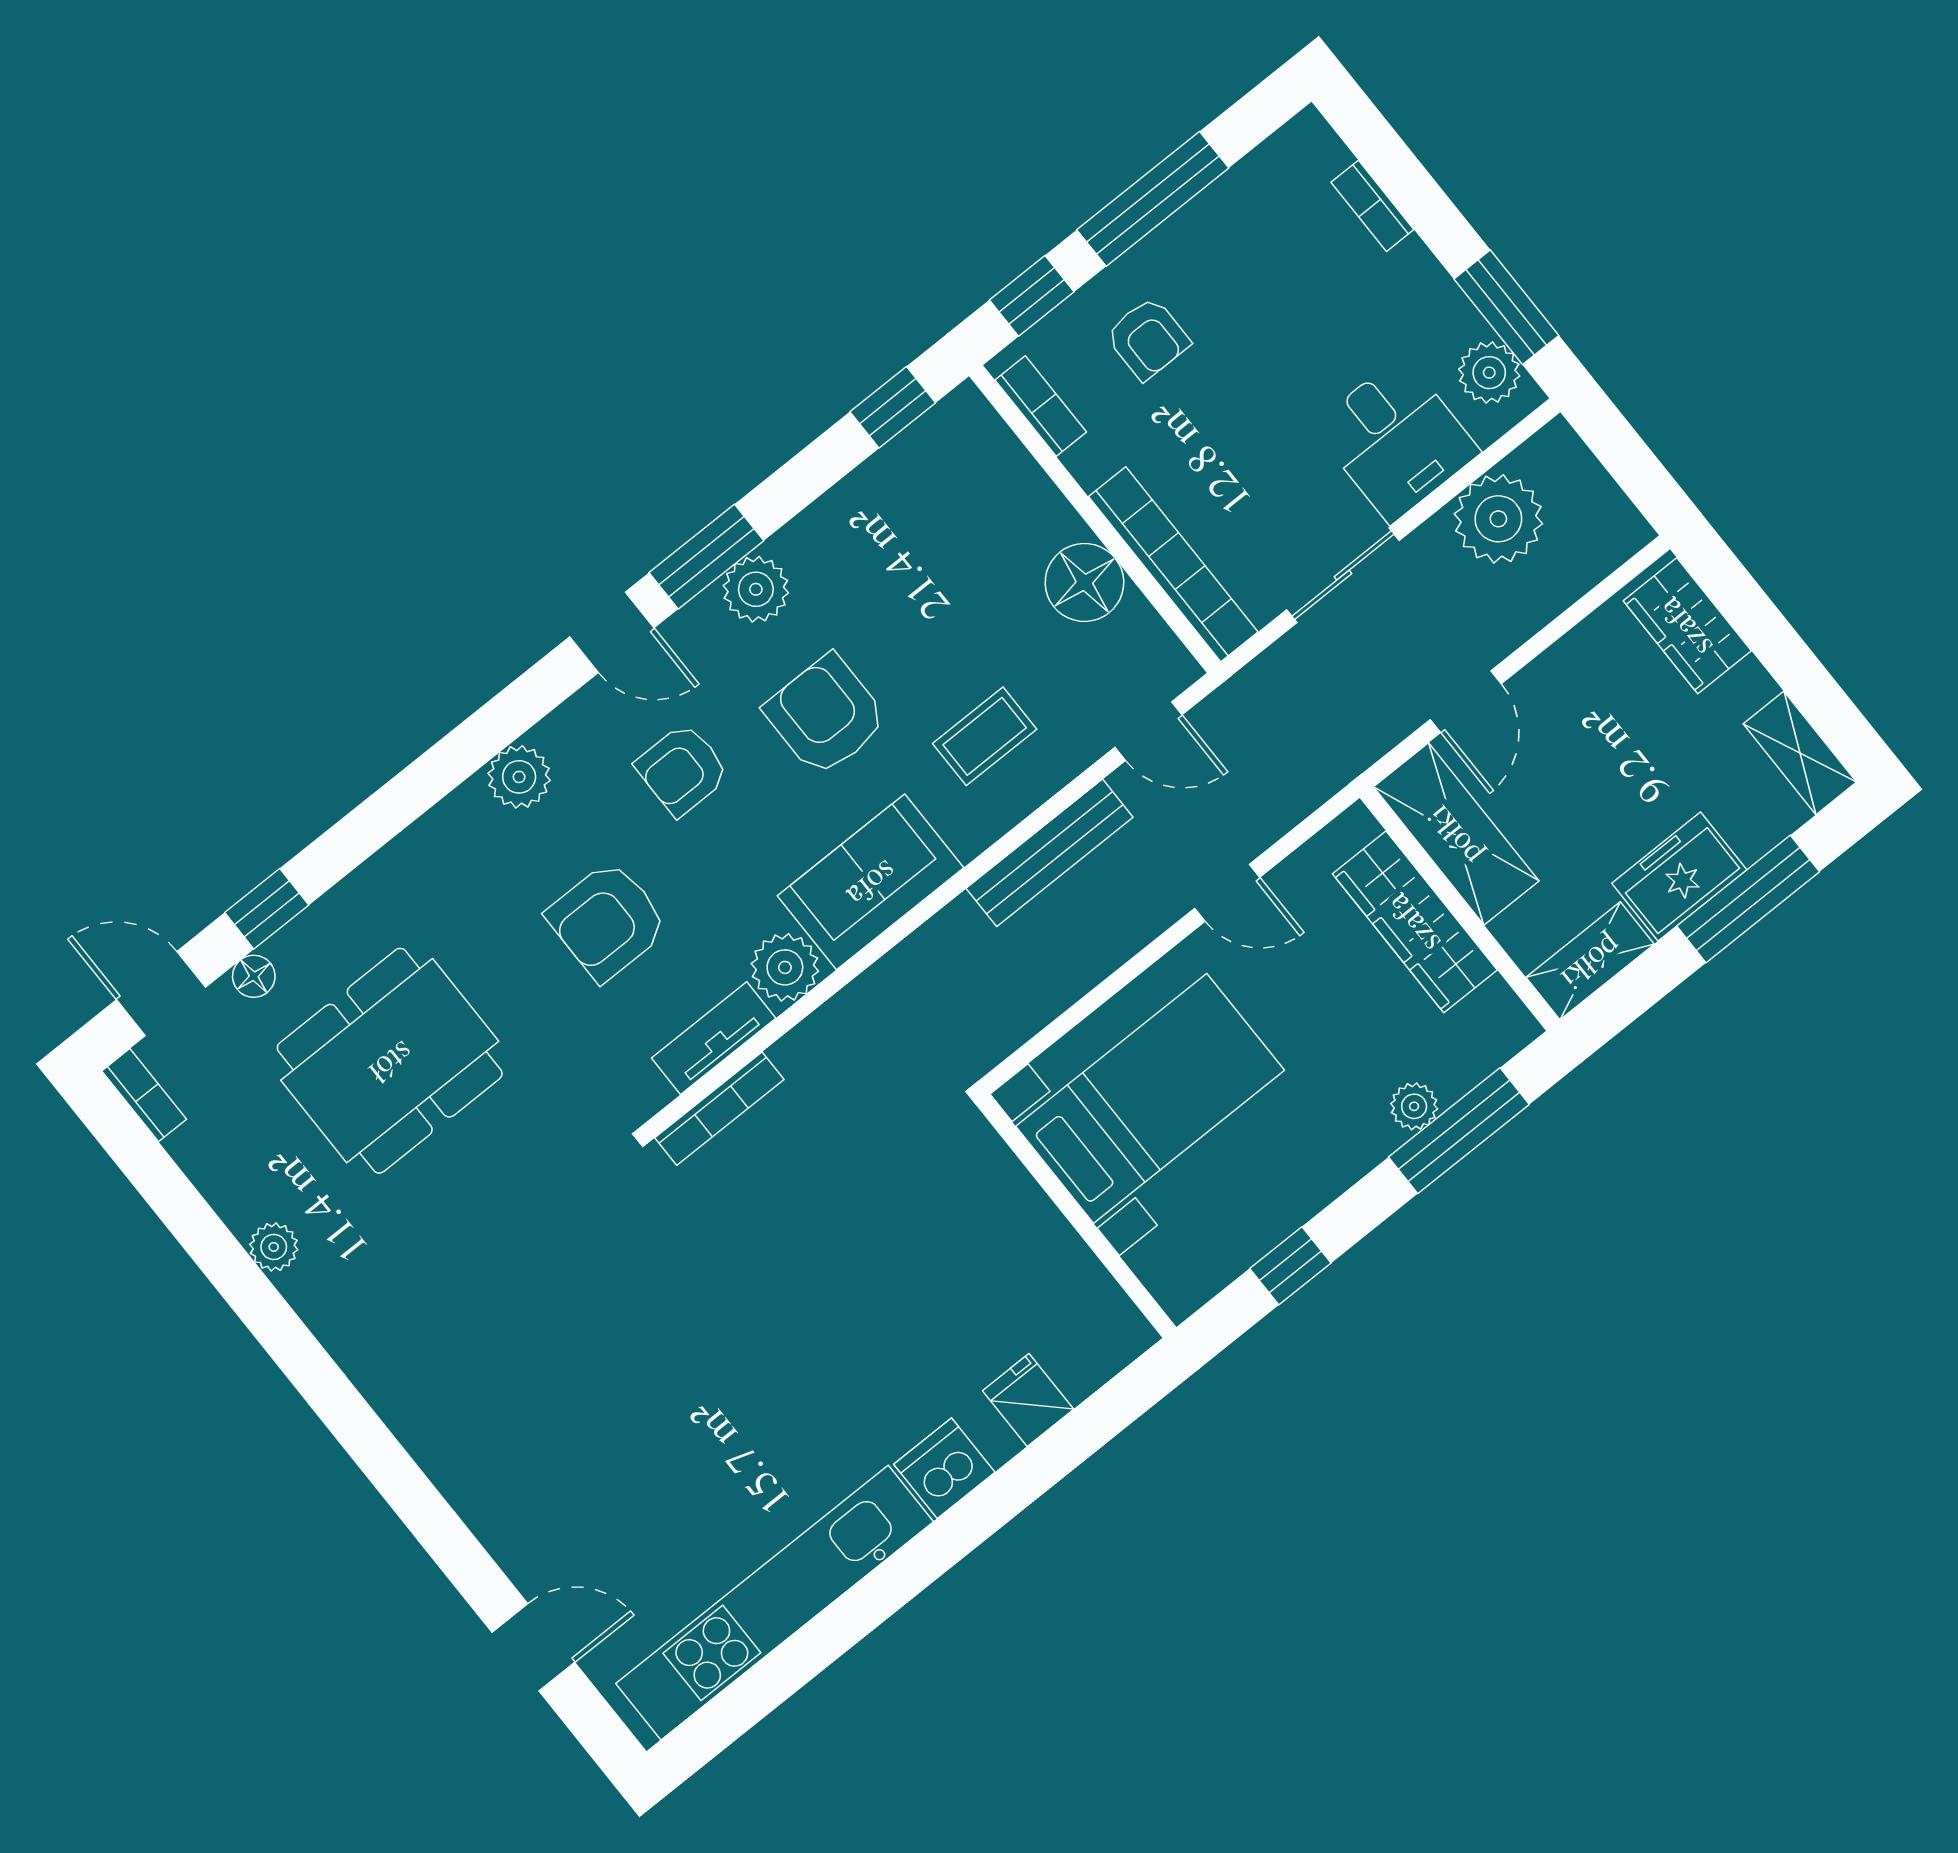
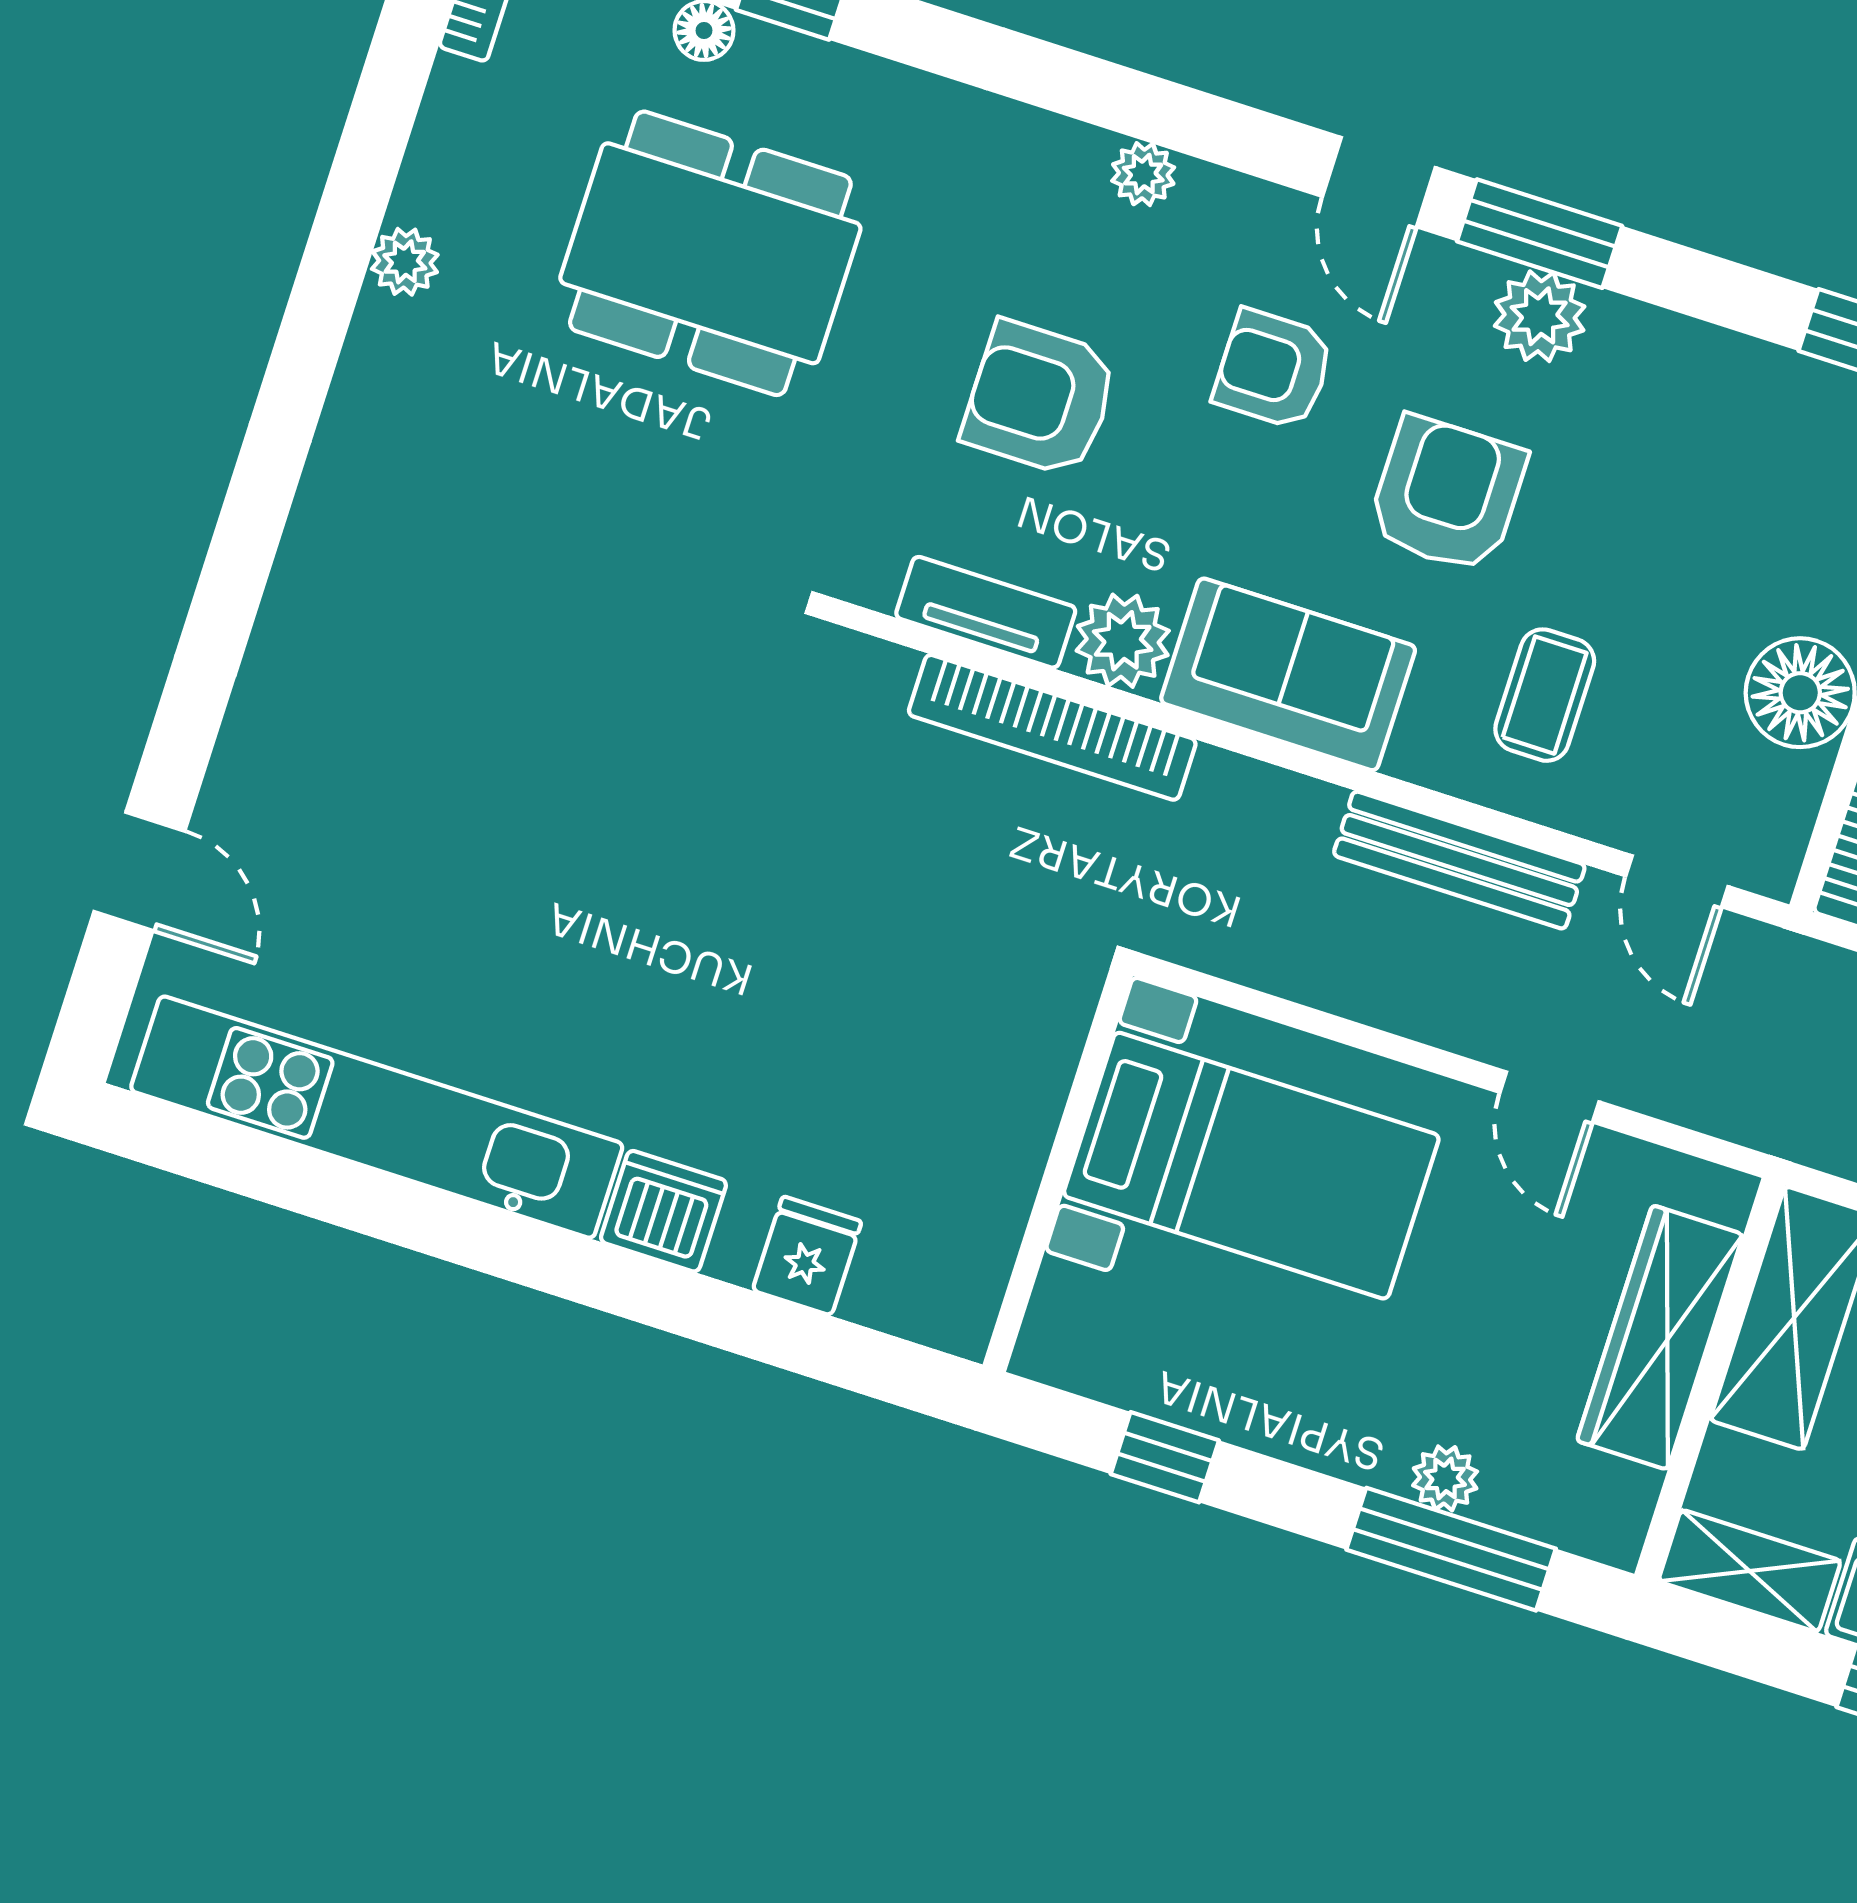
coffee table: (985, 736) -> (1545, 695), turned 90
plant: (519, 777) -> (1143, 174), width x0.73, depth x0.73
bookcase: (719, 1109) -> (1052, 727), moved, width x1.48, depth x1.31

